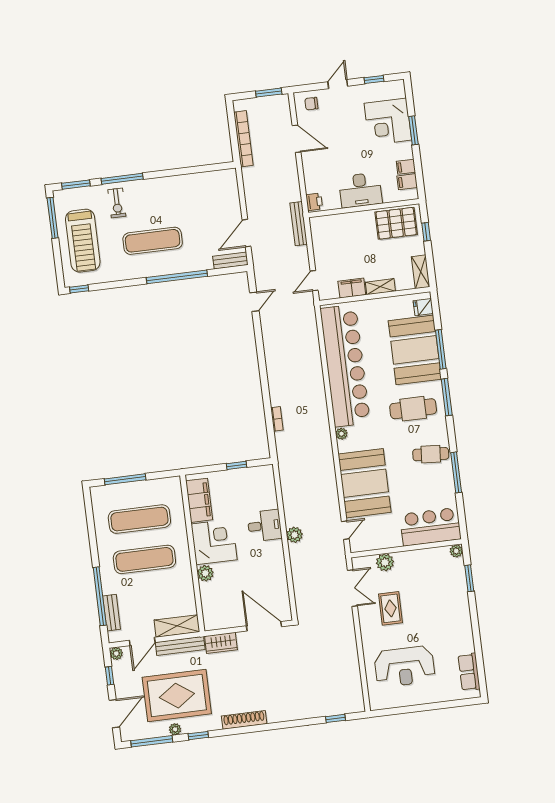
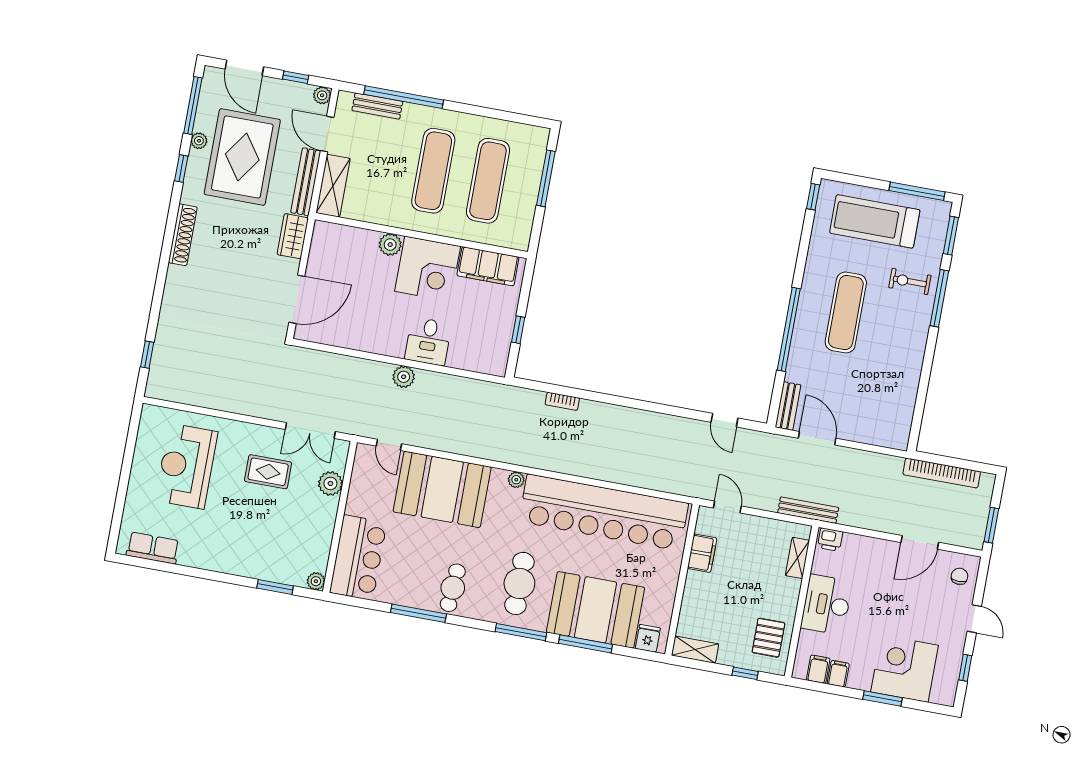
pallet: (396, 223) -> (768, 638), width x0.67, depth x0.71
shelving: (380, 287) -> (797, 558), moved

